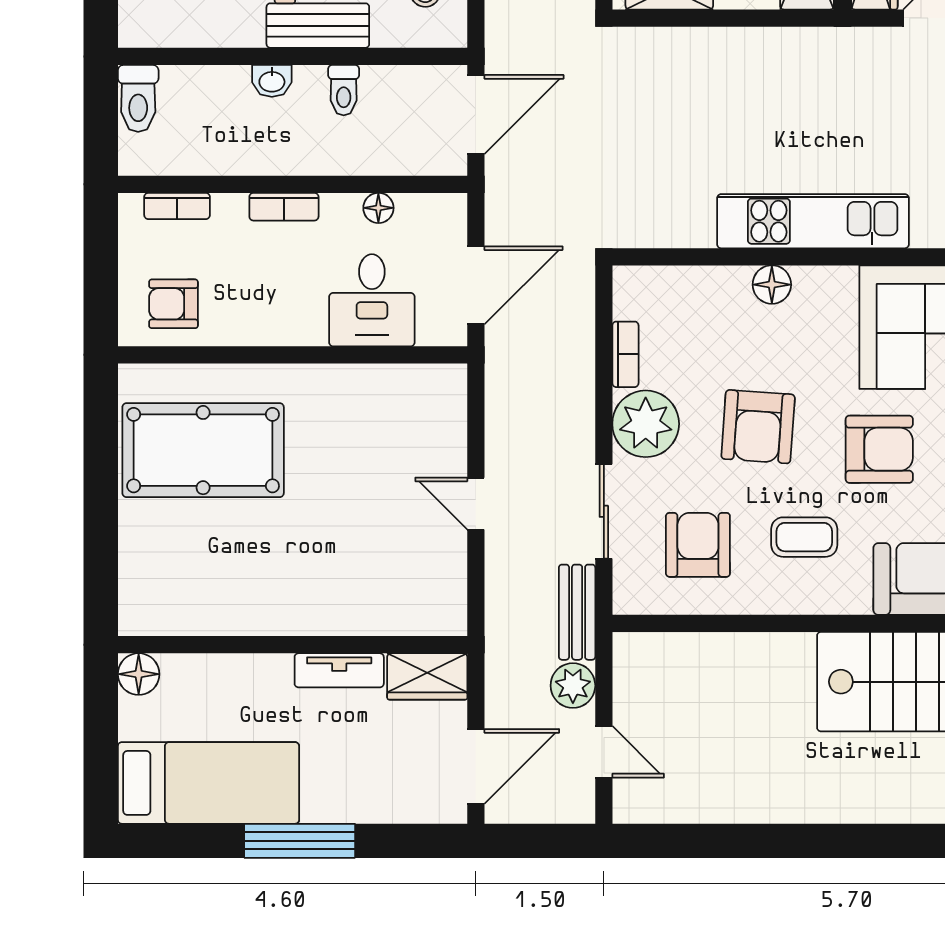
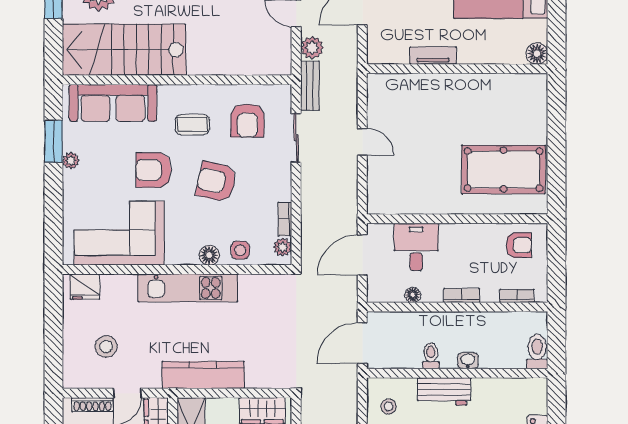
kitchen counter: (783, 53) -> (203, 375), added
side table: (712, 294) -> (240, 250), added
plant: (646, 424) -> (283, 247), moved, width x0.53, depth x0.53
armchair: (758, 427) -> (216, 182), turned -81
wardrobe: (427, 676) -> (387, 52), removed

